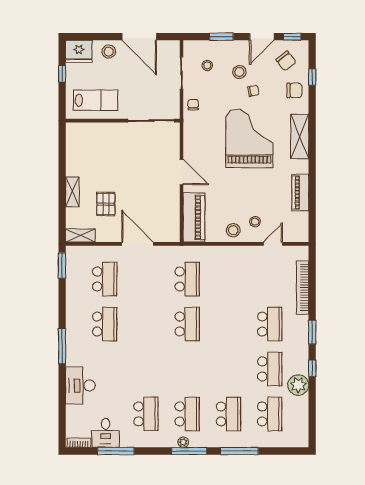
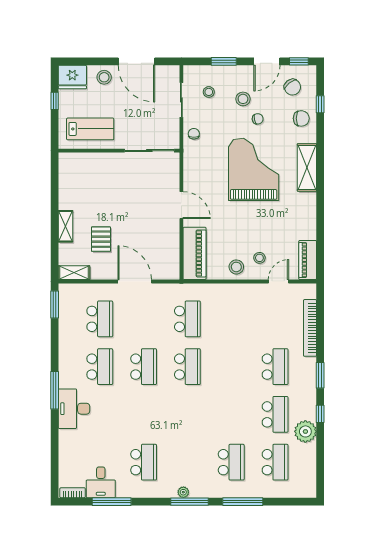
piano: (300, 193) -> (308, 260), moved
desk: (80, 386) -> (74, 409), moved
school desk: (187, 414) -> (144, 367), moved

